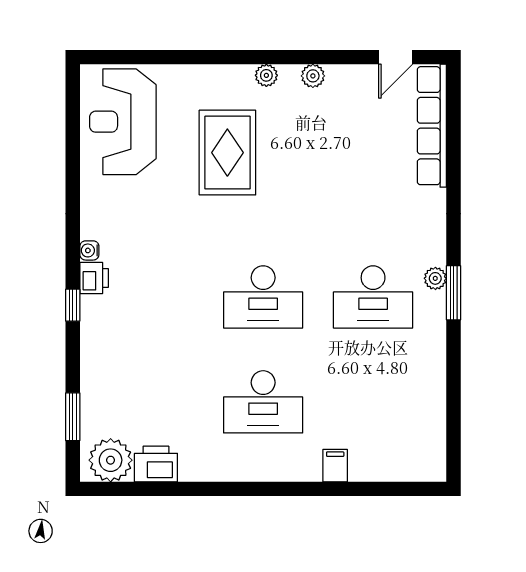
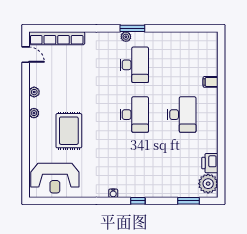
rug: (227, 153) -> (69, 131), turned 90
printer: (94, 278) -> (126, 191), removed

